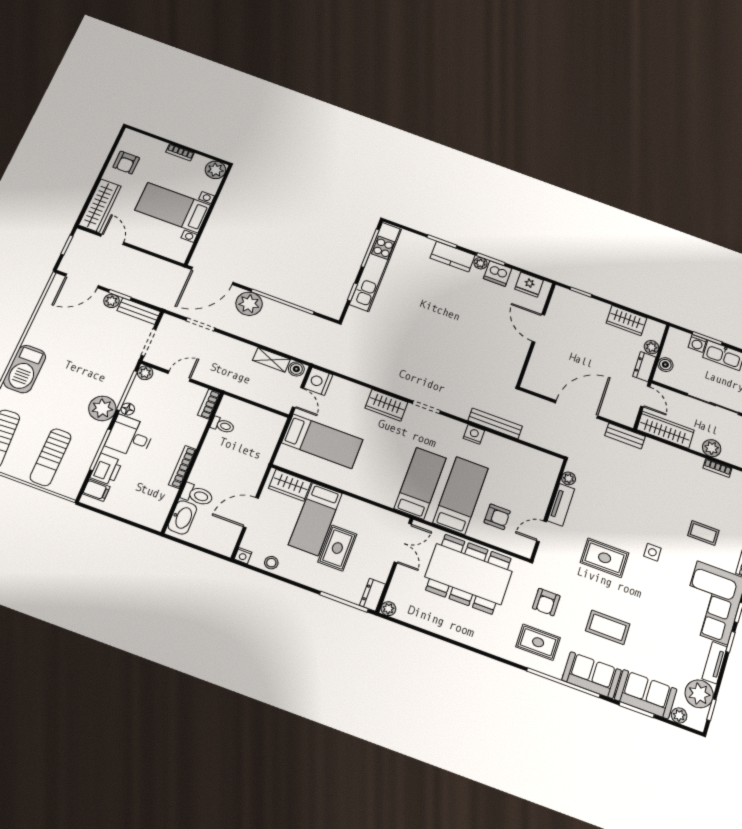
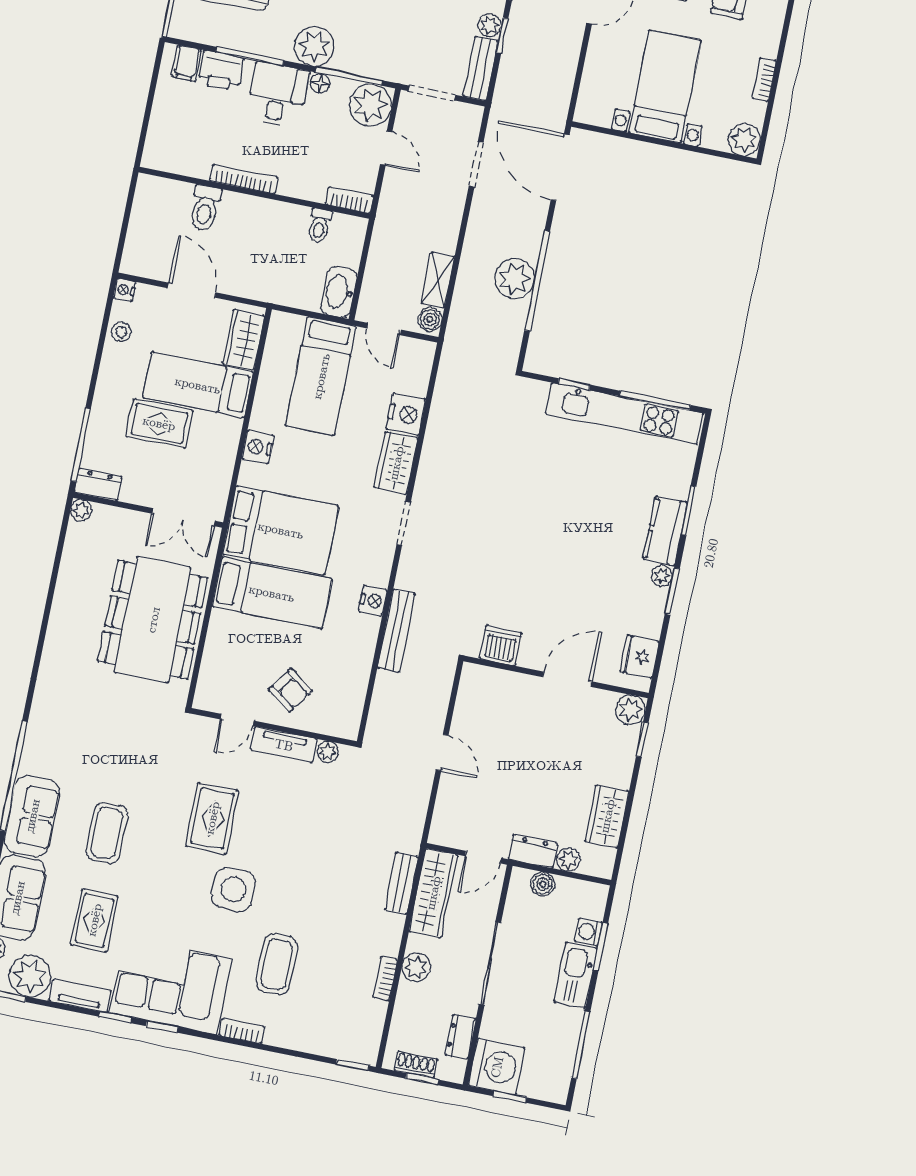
dishwasher: (498, 274) -> (501, 646), moved, turned 90
plant: (562, 295) -> (631, 710), added
plant: (249, 304) -> (514, 279), moved
plant: (145, 373) -> (370, 105), width x1.88, depth x1.88
nightstand: (318, 381) -> (406, 414), moved, turned 90
door: (298, 398) -> (384, 329), hinge flipped
door: (577, 409) -> (442, 753), width x0.53
bench: (625, 436) -> (401, 883), moved
bed: (420, 483) -> (281, 530), width x1.50
nightstand: (363, 488) -> (258, 447), added
washbasin: (182, 517) -> (339, 292), moved, turned 90
armchair: (497, 517) -> (290, 690), moved, turned -54
door: (542, 531) -> (237, 720), swing flipped
coffee table: (703, 533) -> (277, 964), width x1.36, depth x1.30
side table: (652, 552) -> (233, 889), width x1.87, depth x1.87
armchair: (546, 602) -> (130, 739), removed
rug: (538, 642) -> (94, 920), moved

